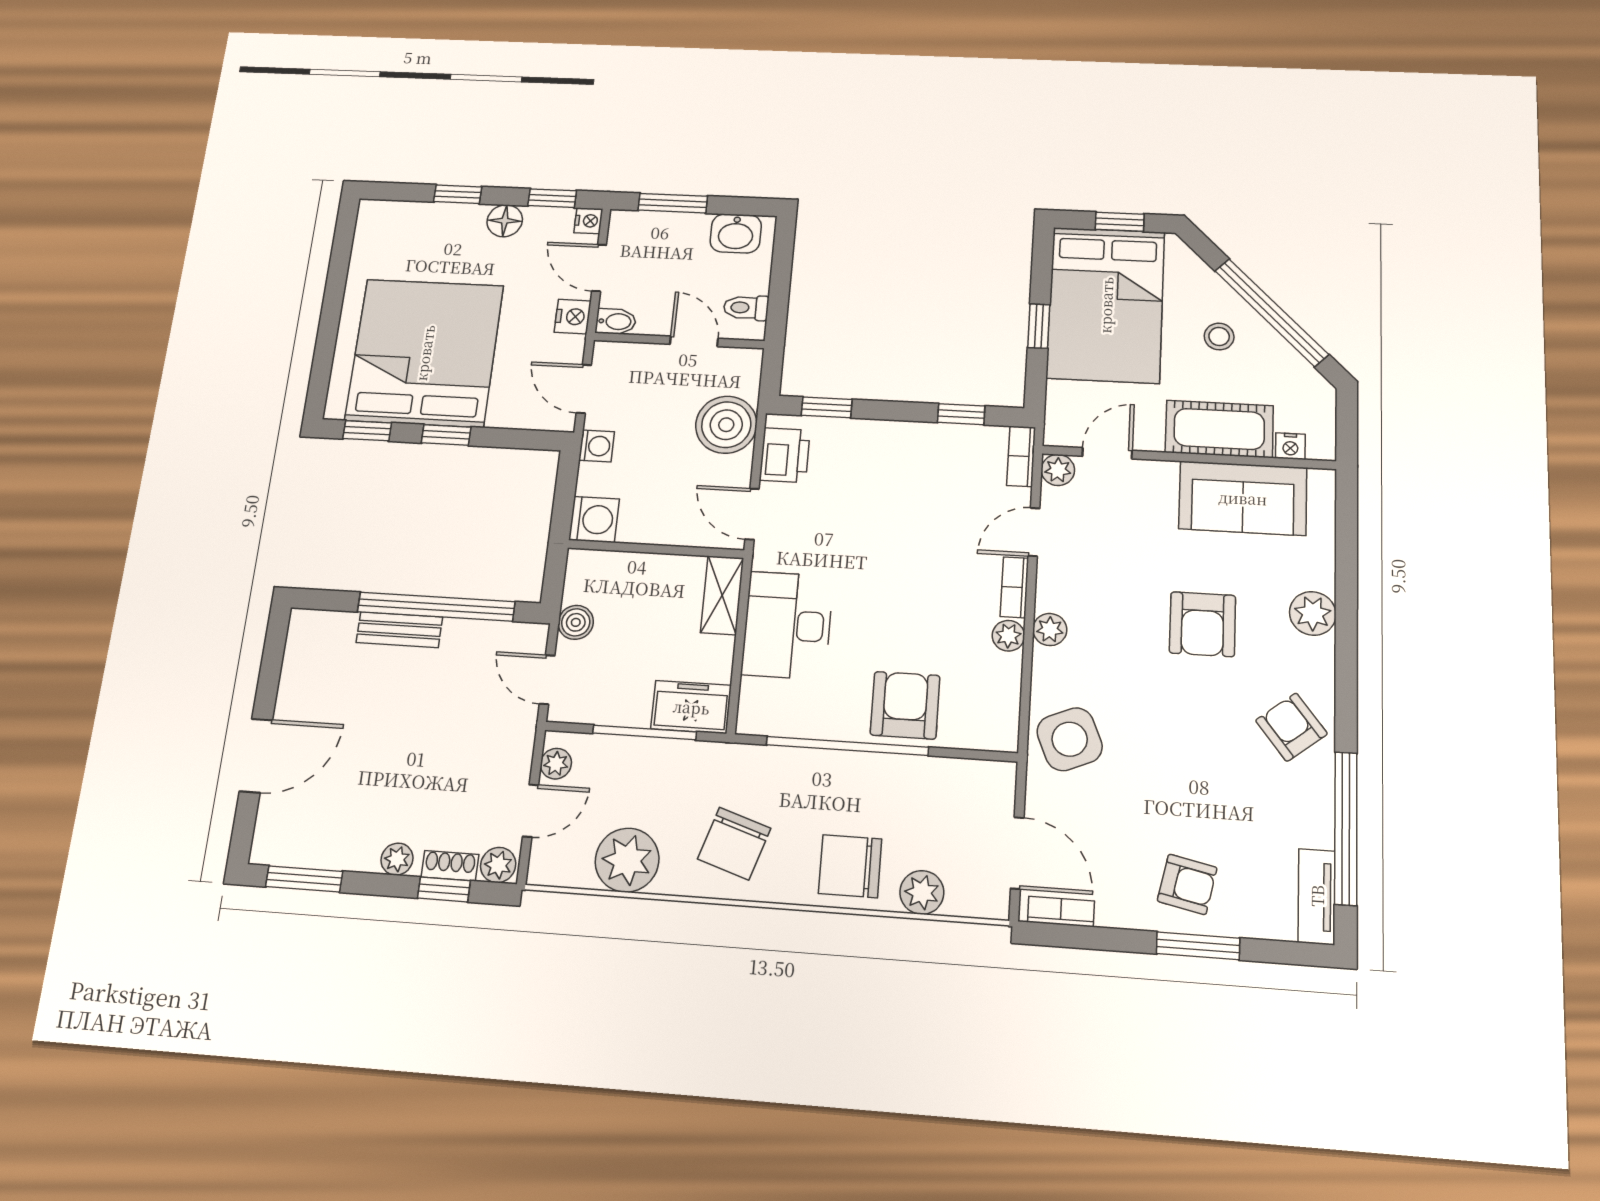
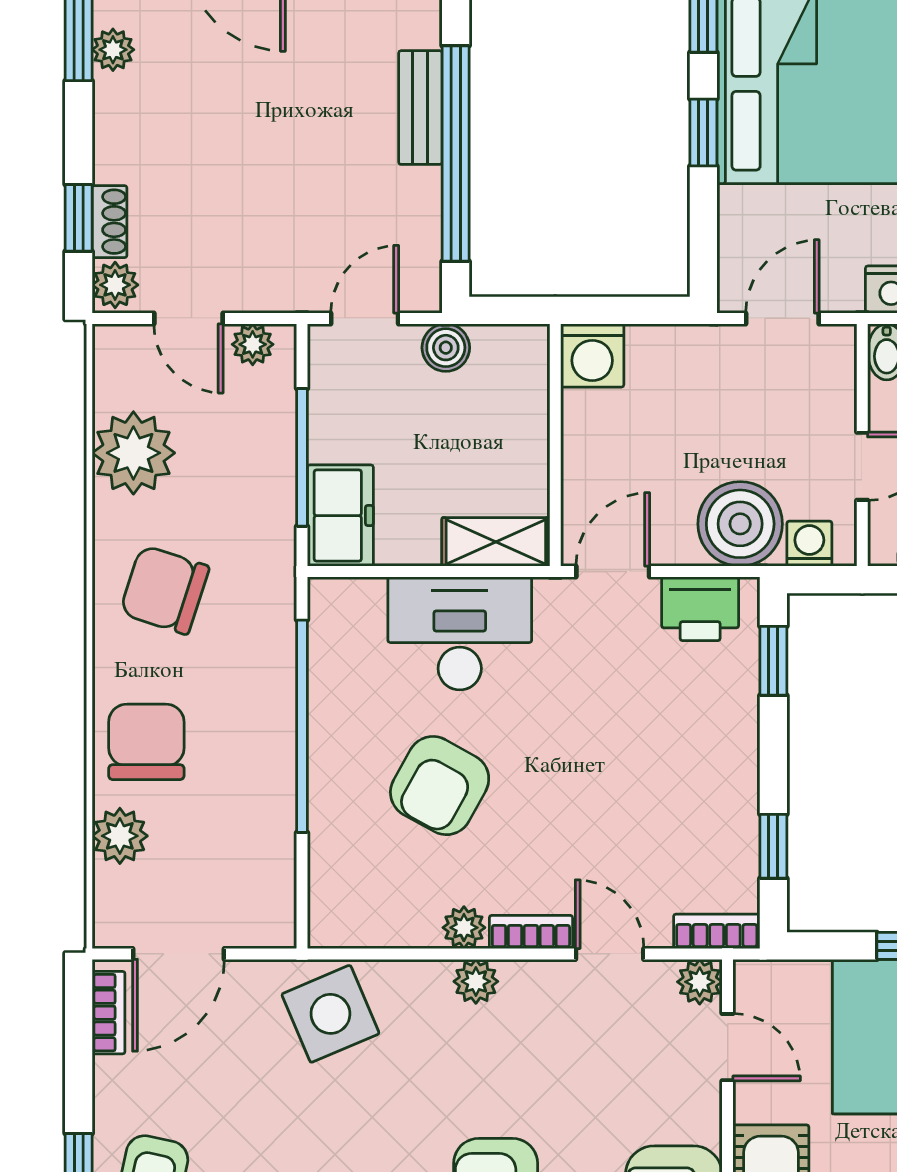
washing machine: (597, 446) -> (809, 544), moved, turned 180
armchair: (905, 705) -> (440, 786), moved, turned 119
plant: (397, 859) -> (113, 50), moved

